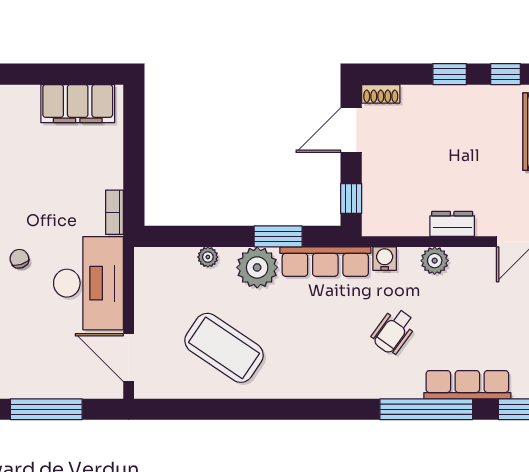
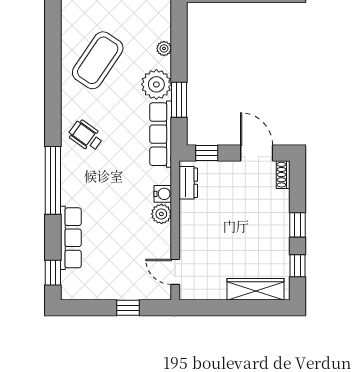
dresser: (452, 224) -> (188, 183), moved
water cooler: (385, 259) -> (163, 194), moved
wheelchair: (394, 331) -> (86, 136), moved
window: (426, 409) -> (53, 180), moved

